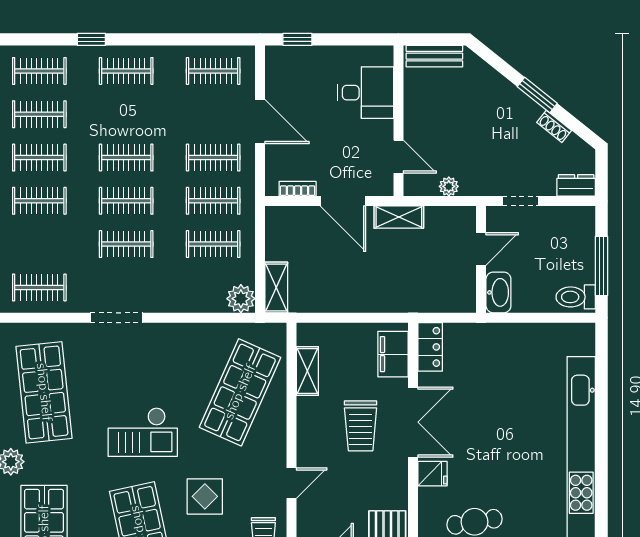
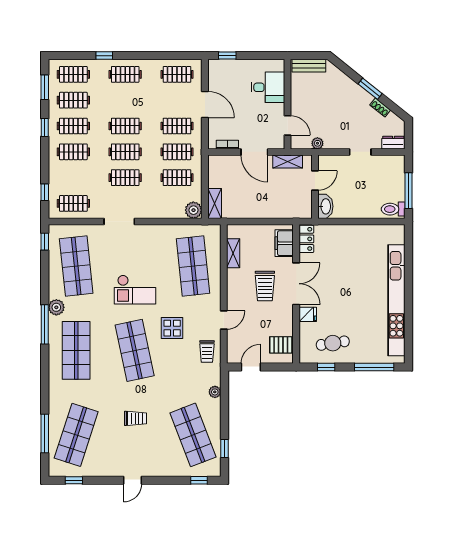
door: (481, 249) -> (315, 181), moved
wall: (481, 259) -> (315, 187), moved
washbasin: (498, 292) -> (325, 206), moved
shop shelf: (240, 392) -> (193, 266), turned -30

